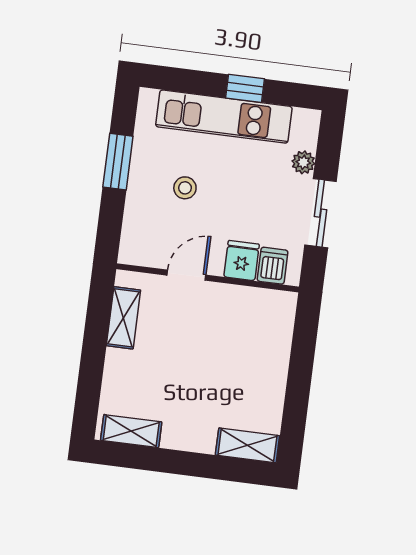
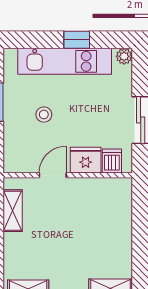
plant: (303, 162) -> (124, 56), moved
fridge: (242, 260) -> (86, 160), width x1.38

